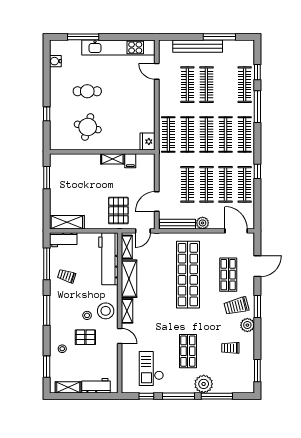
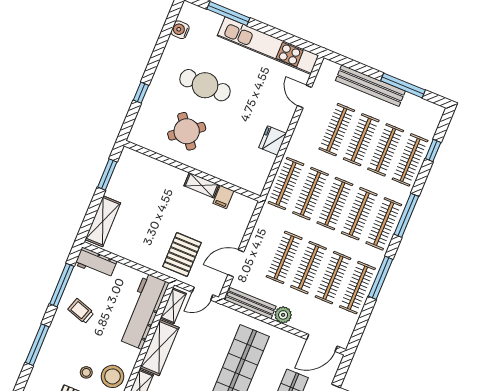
clothes rail: (226, 85) -> (386, 150), added
cafe table: (87, 91) -> (205, 85), width x1.37, depth x1.35
window: (257, 107) -> (406, 215), moved
round table: (88, 127) -> (187, 131), turned 37
fridge: (148, 142) -> (273, 141), moved
window: (257, 171) -> (381, 278), width x2.17
shelving: (67, 222) -> (103, 221), moved, turned 90
door: (236, 231) -> (322, 343), swing flipped

